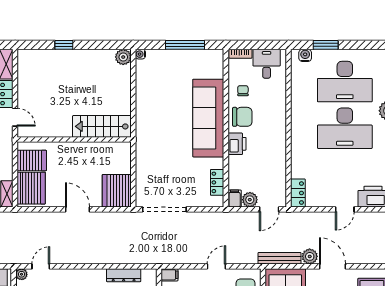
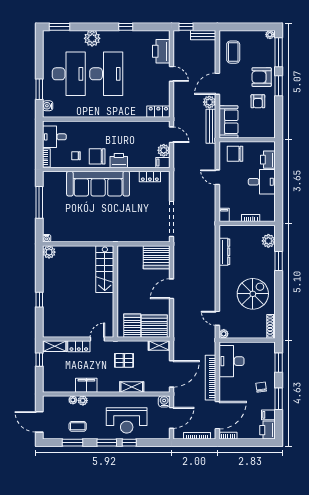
chair: (242, 117) -> (97, 156), turned -90

